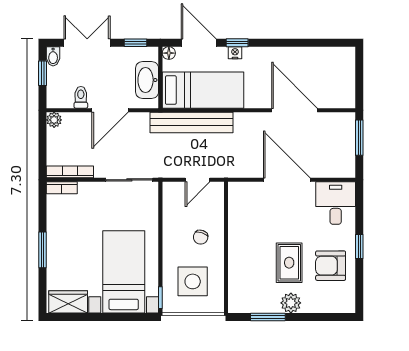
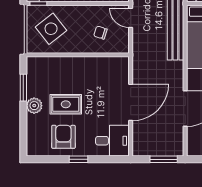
door: (198, 180) -> (131, 18), moved
chair: (201, 237) -> (100, 33), moved
side table: (193, 281) -> (51, 29), turned -38

